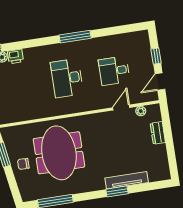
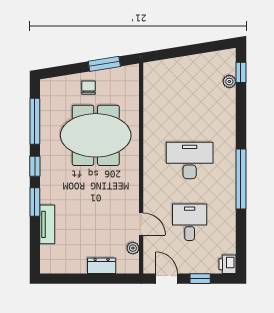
window: (75, 37) -> (241, 179), width x1.46
printer: (15, 56) -> (228, 264), moved
tv unit: (127, 180) -> (47, 224), width x0.71
window: (90, 196) -> (35, 166), added

